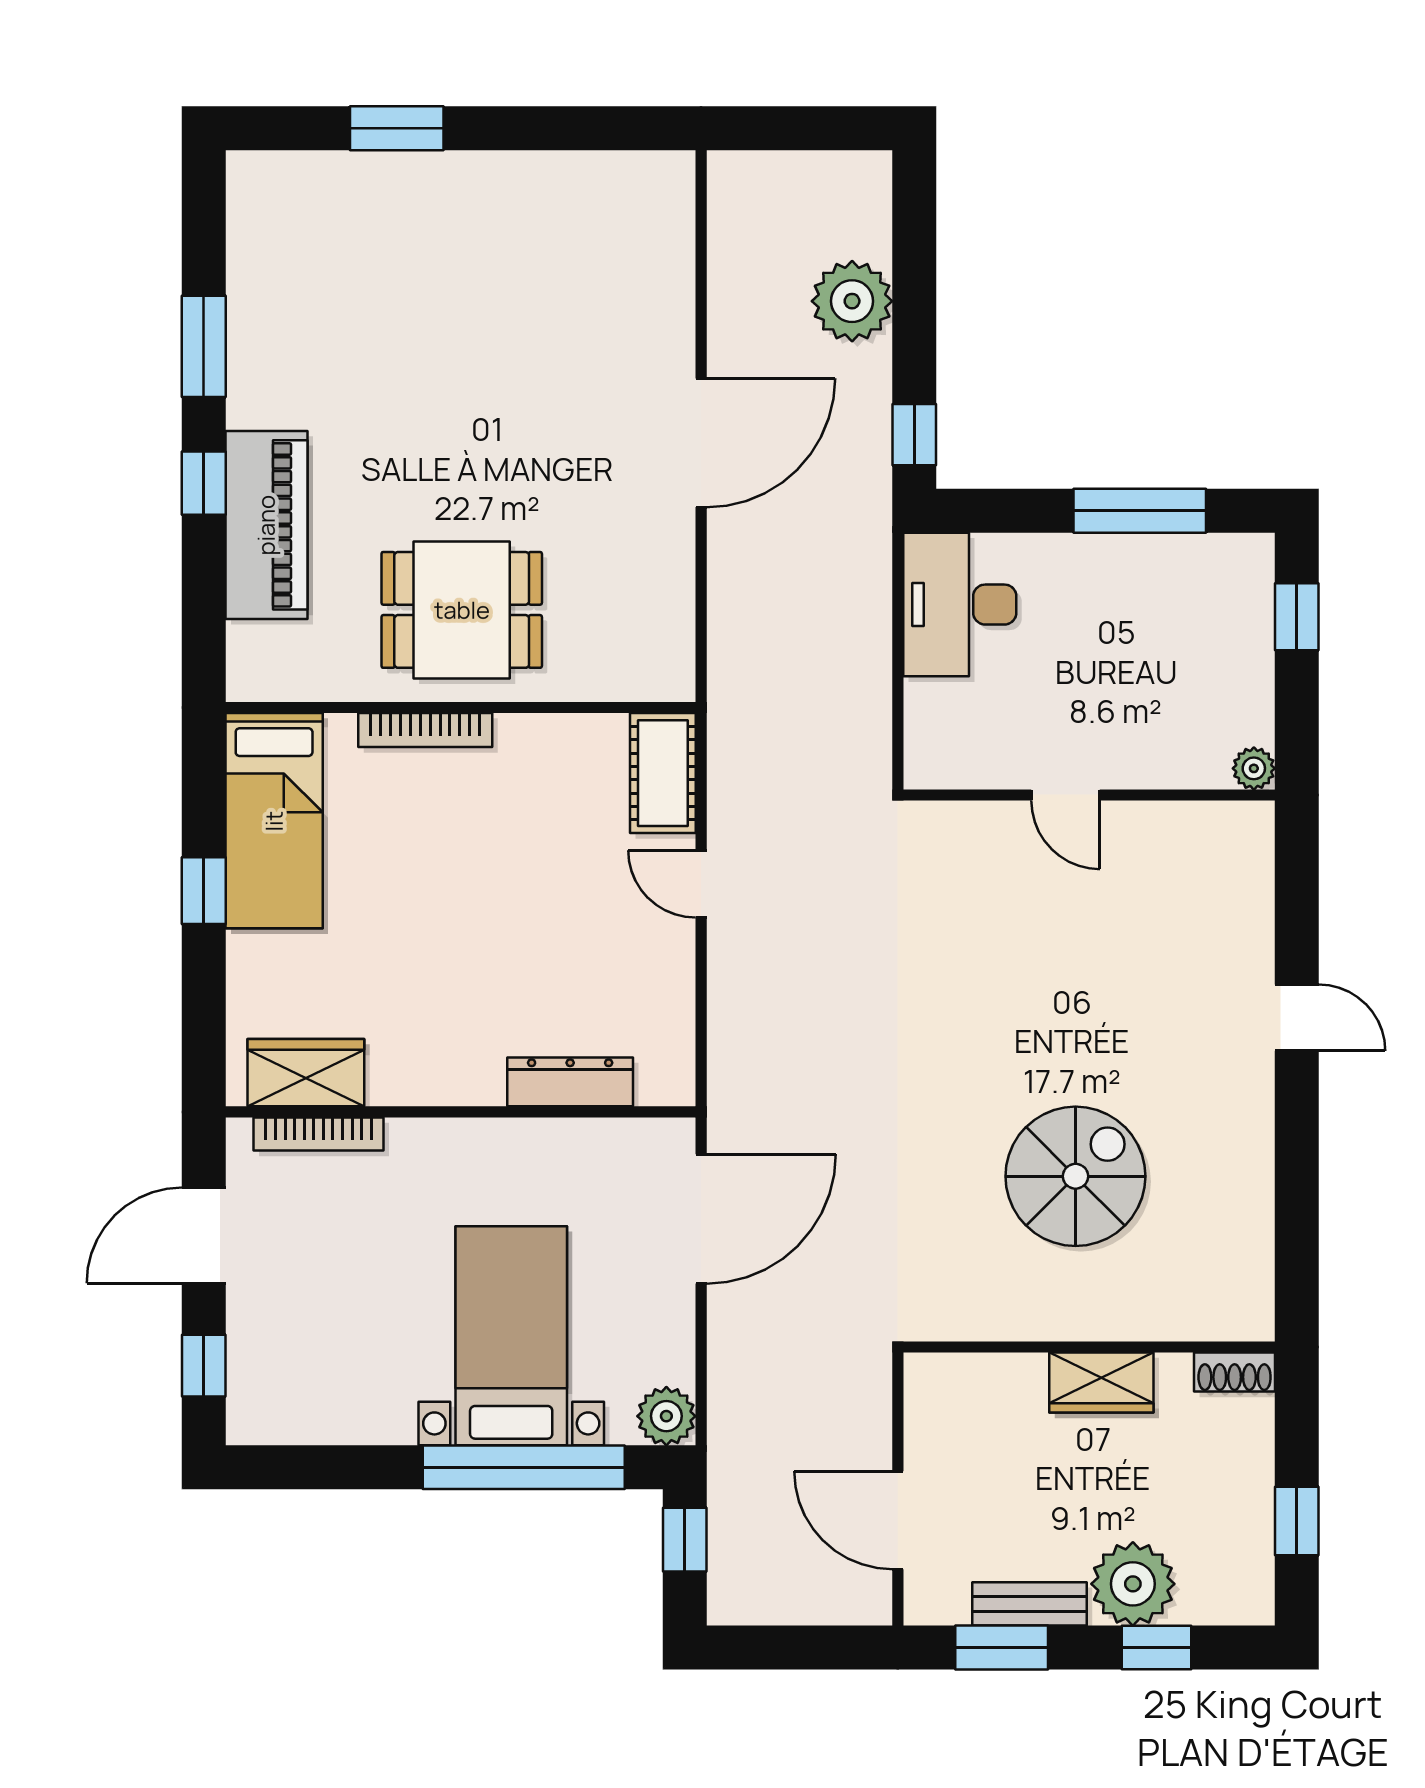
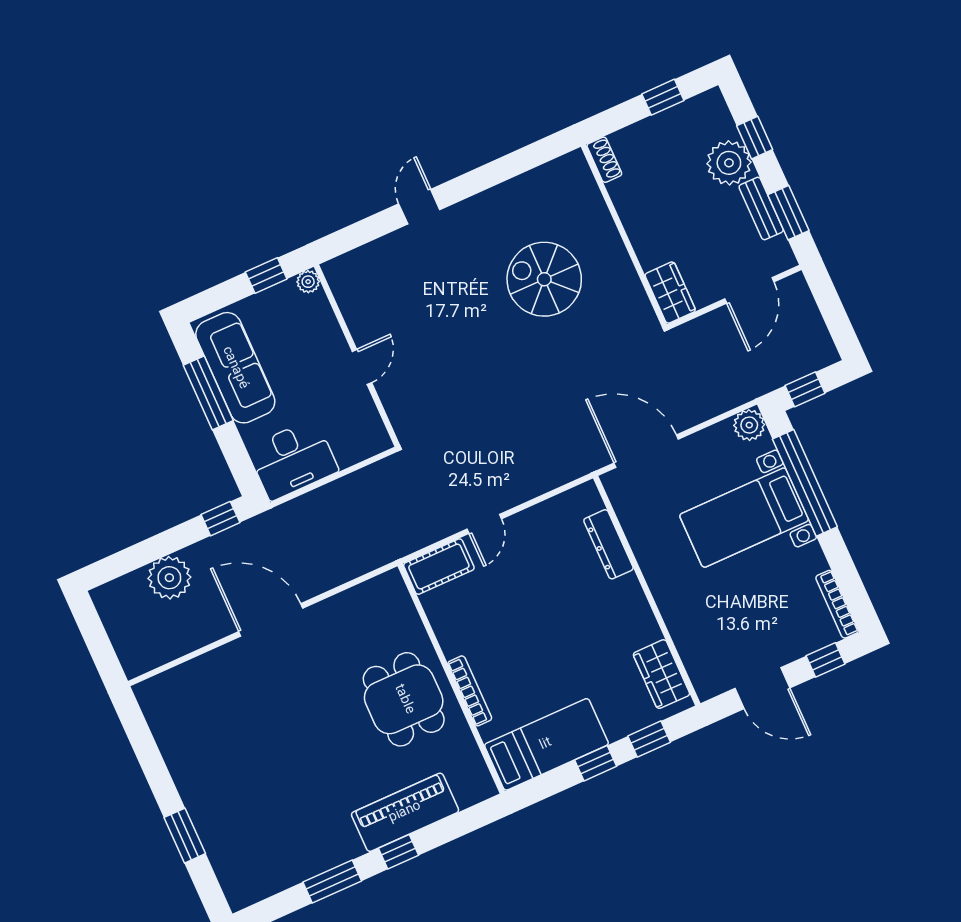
sofa: (1162, 577) -> (235, 368), added
window: (1297, 617) -> (266, 276), moved
window: (204, 1001) -> (649, 739), added
bookcase: (319, 1134) -> (837, 604), moved, turned 180
wardrobe: (1101, 1383) -> (670, 293), moved

